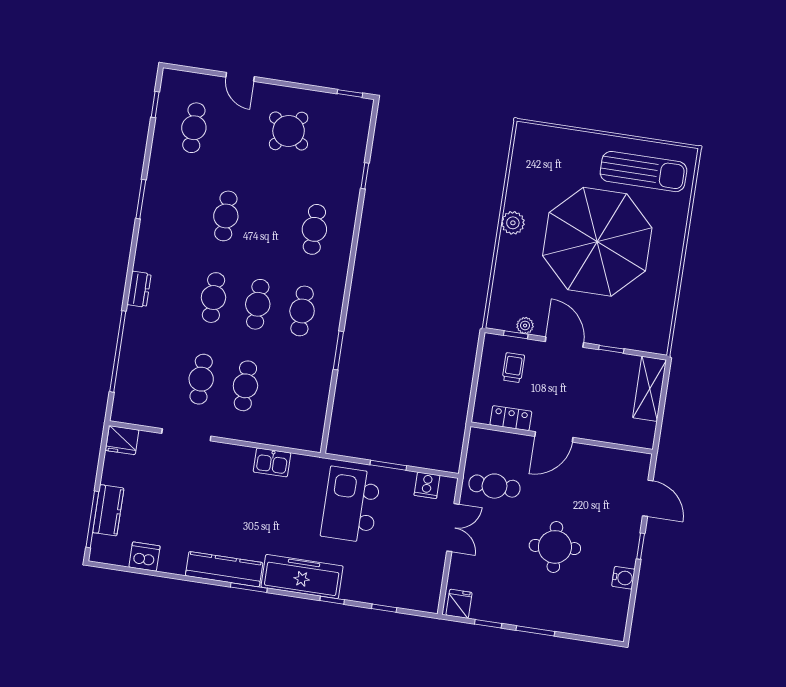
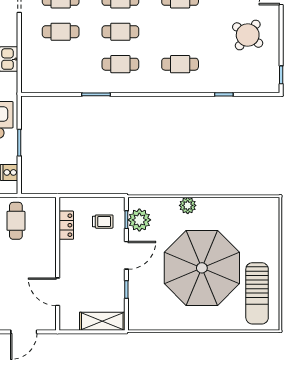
plant: (513, 223) -> (188, 205), moved
plant: (525, 326) -> (139, 220), width x1.88, depth x1.88
door: (554, 437) -> (58, 292), moved

